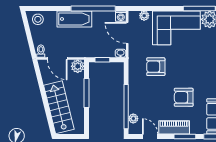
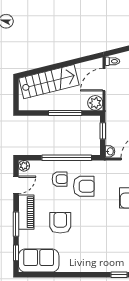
armchair: (156, 67) -> (84, 186), moved, turned 90
armchair: (145, 98) -> (60, 179), added
window: (126, 107) -> (67, 158), moved
plant: (133, 119) -> (24, 166), moved

